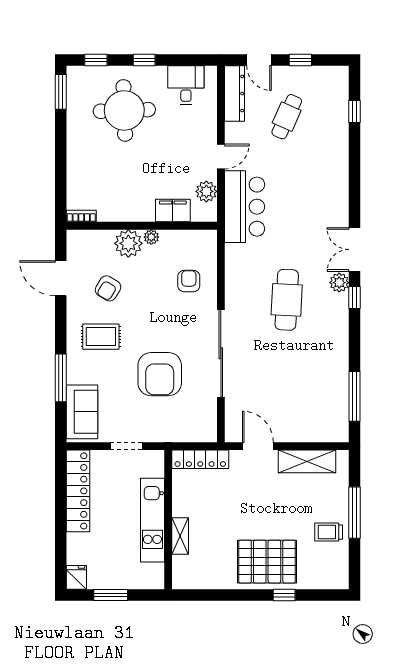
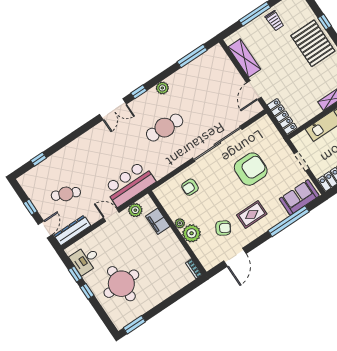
window: (96, 60) -> (75, 274), moved
plant: (339, 283) -> (162, 88), moved
rug: (101, 337) -> (252, 214), turned 90
window: (61, 378) -> (289, 221), width x1.46

